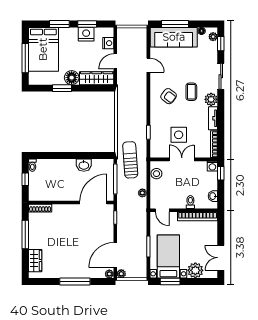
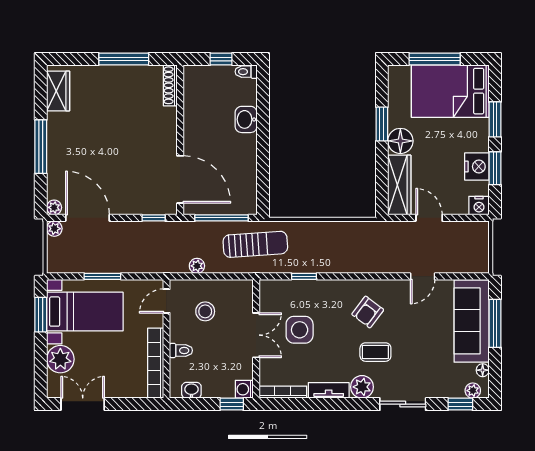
nightstand: (108, 43) -> (479, 206), moved
washbasin: (84, 165) -> (246, 119), moved
stool: (156, 174) -> (205, 311), moved
wardrobe: (35, 261) -> (58, 91), moved, turned -90

